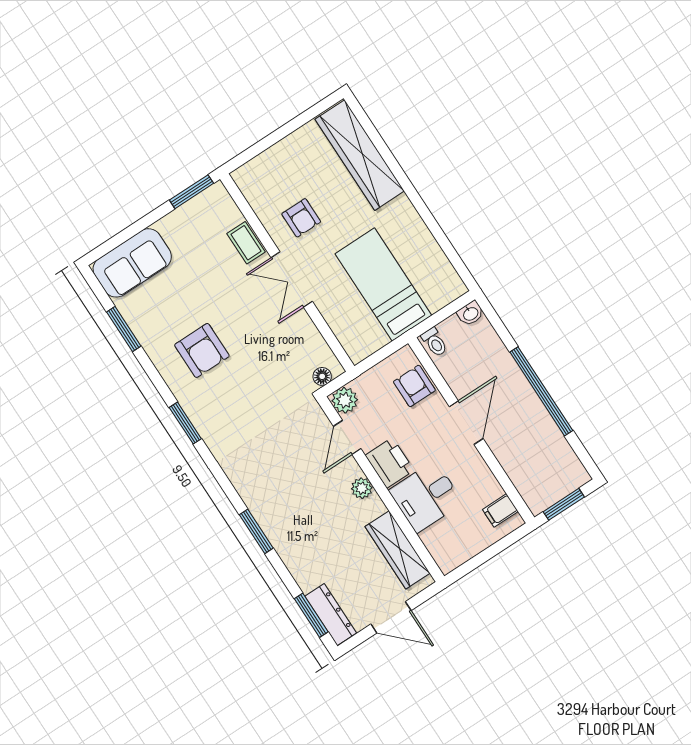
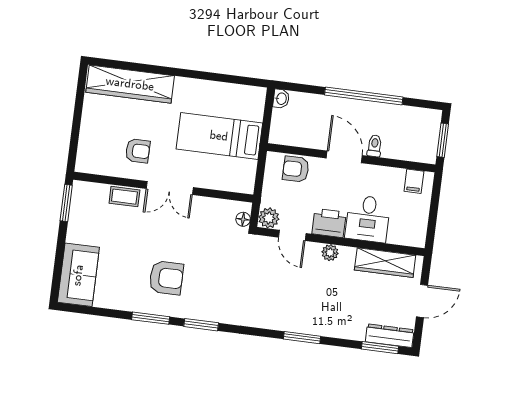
window: (124, 329) -> (151, 318), moved
toilet: (434, 342) -> (375, 146), moved, turned -90

